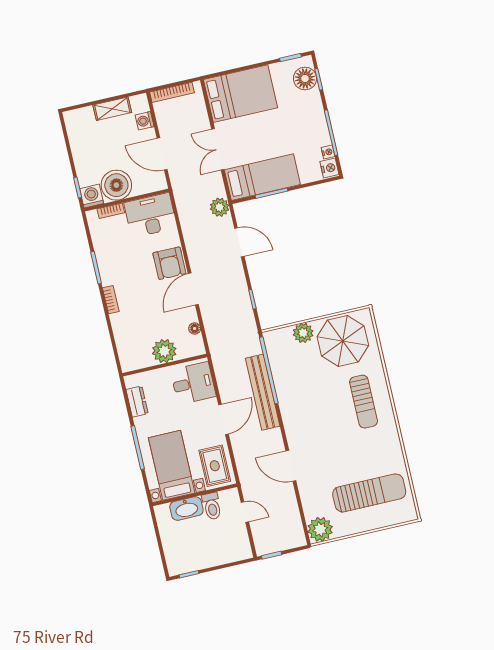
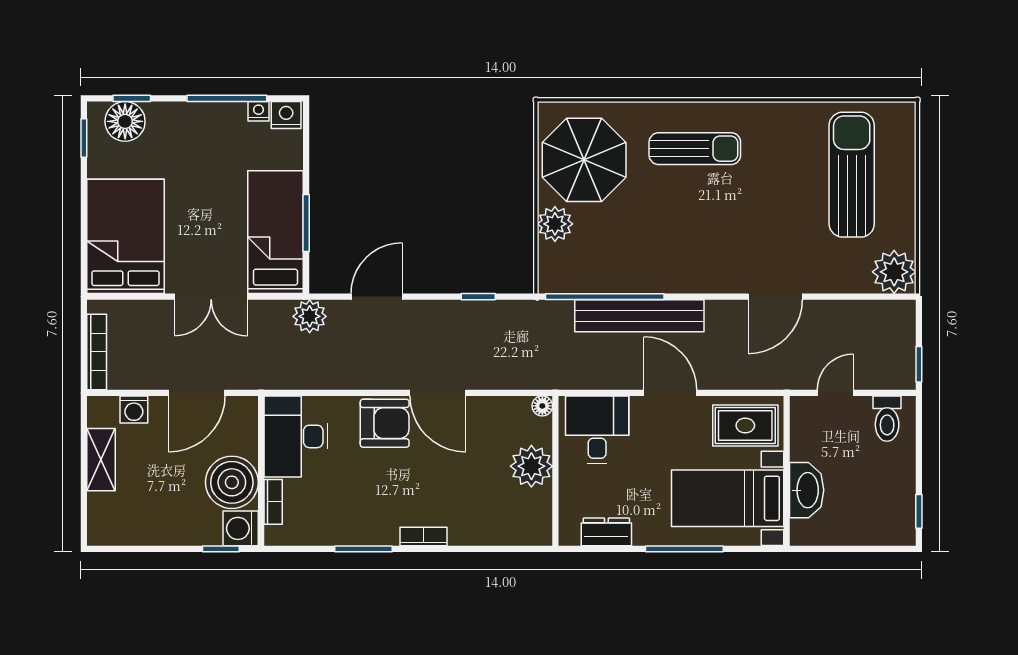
floor lamp: (195, 328) -> (542, 406), moved
toilet: (212, 506) -> (887, 419), moved, turned 90

